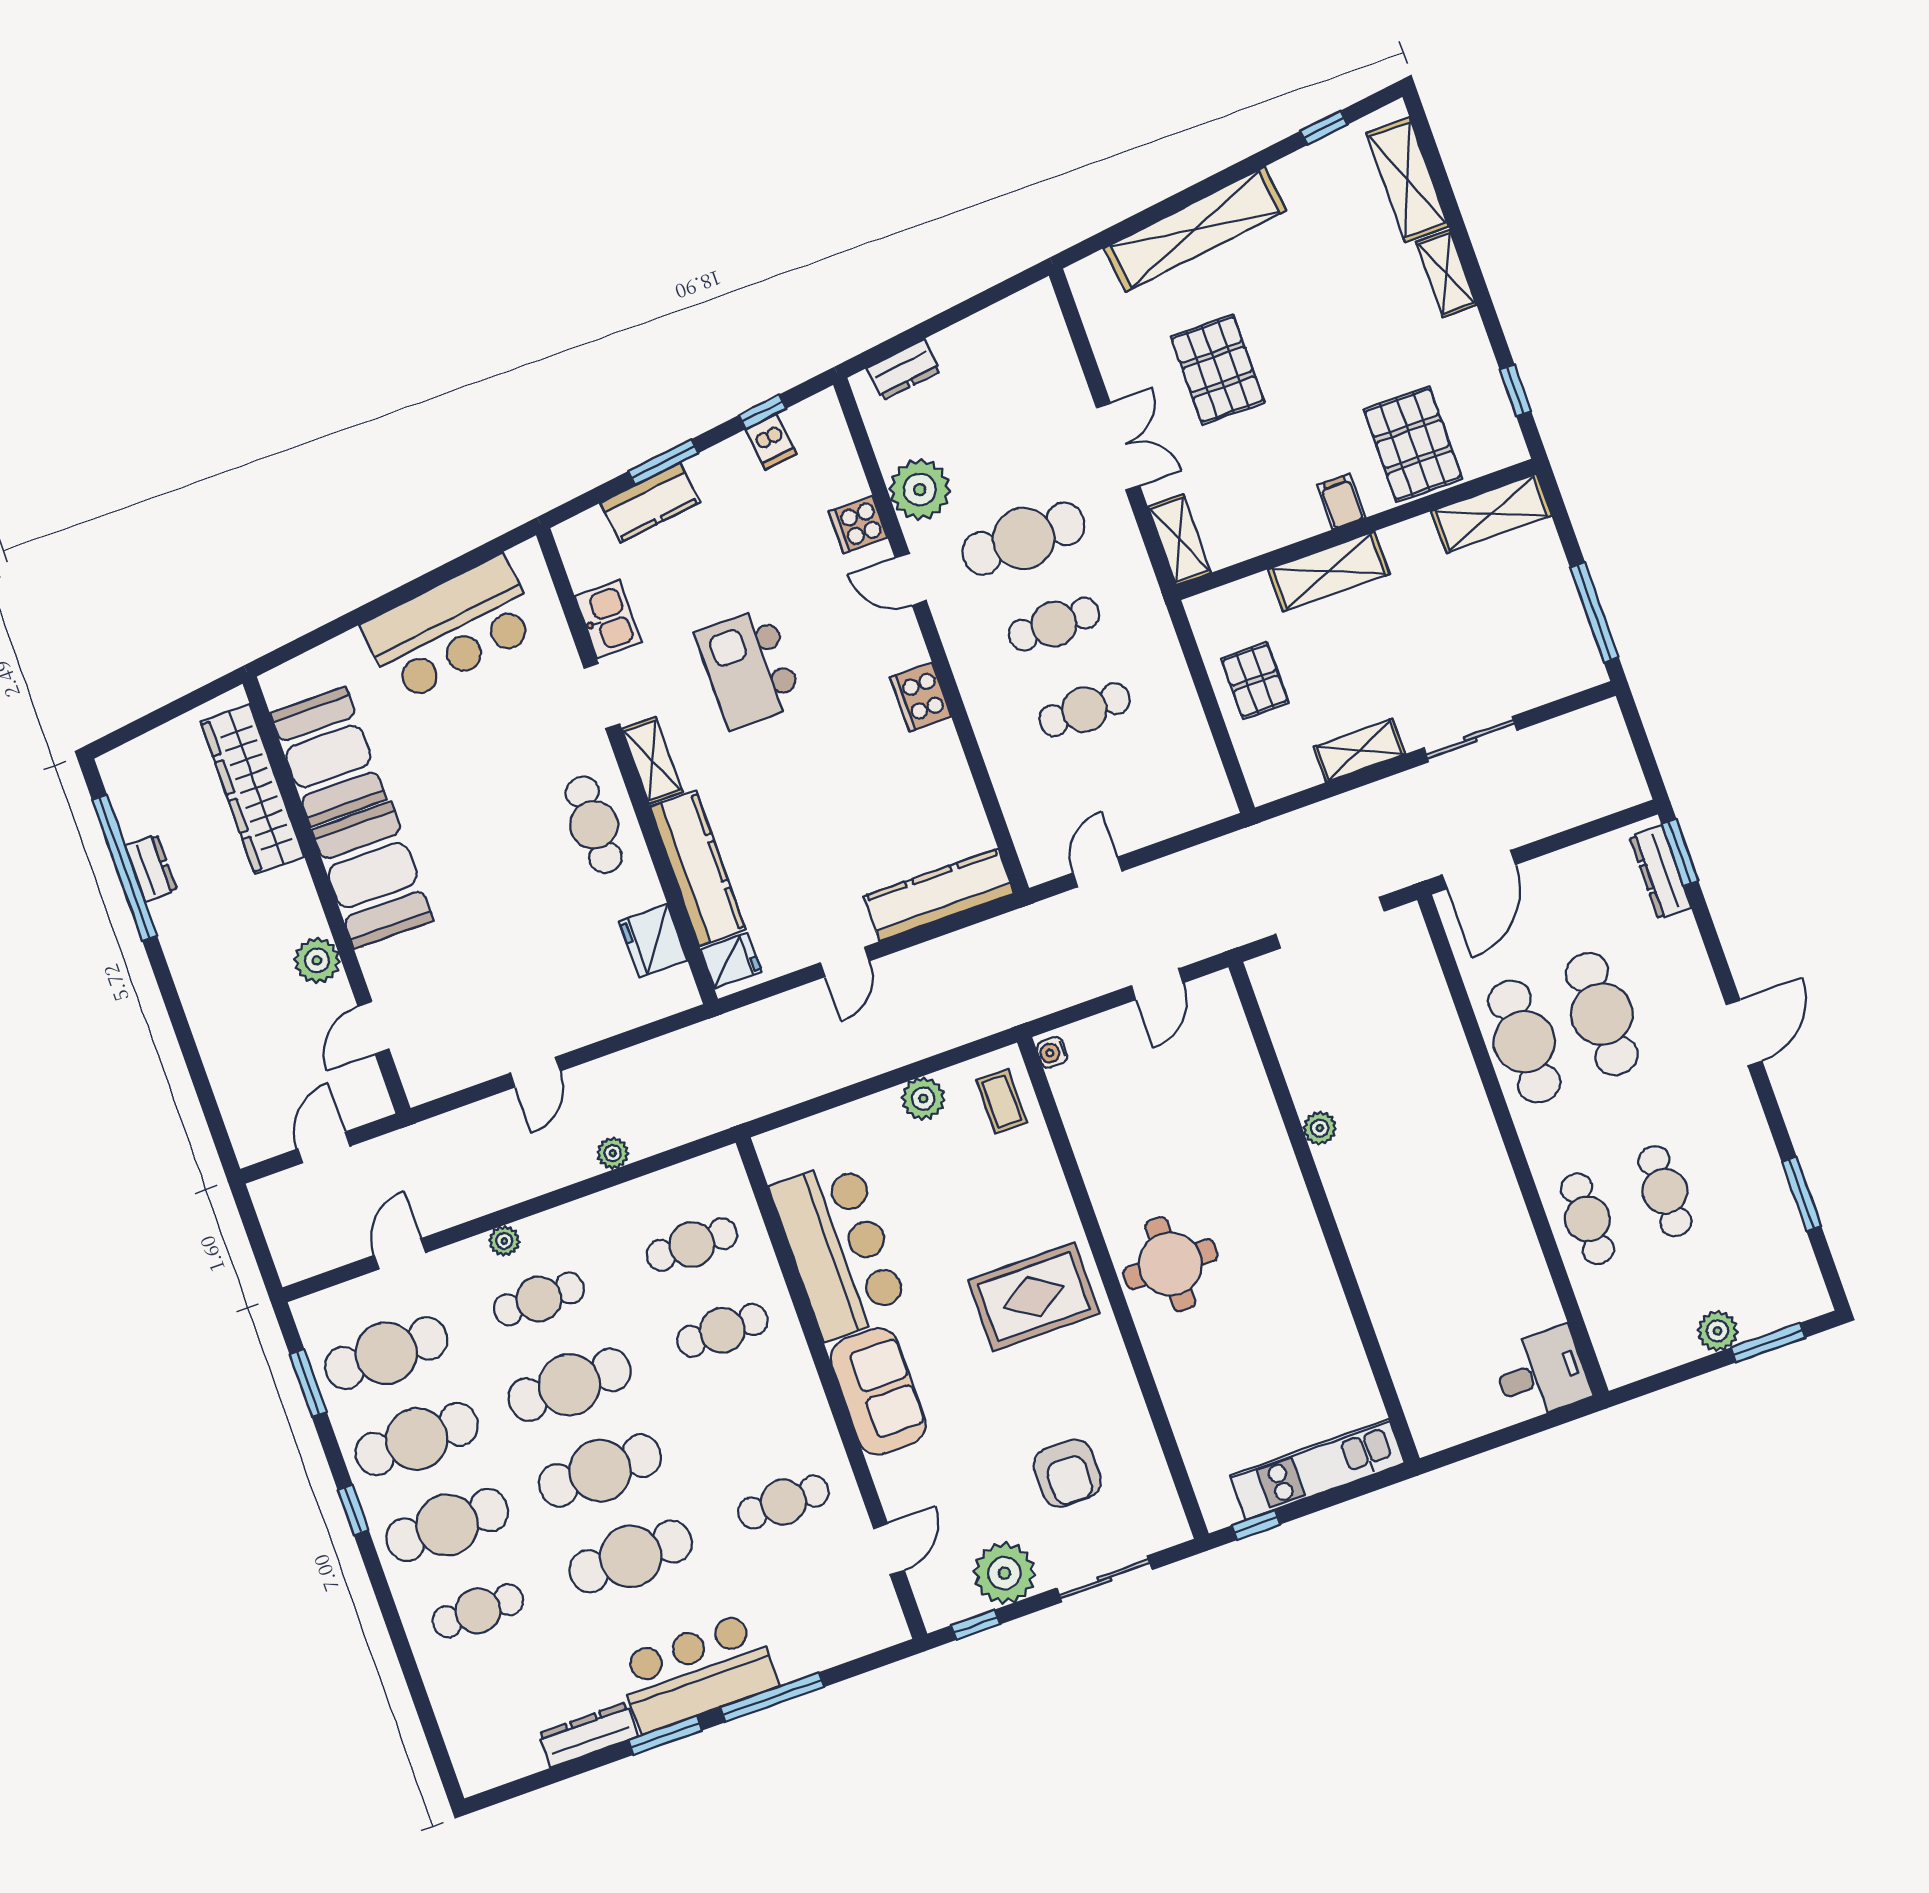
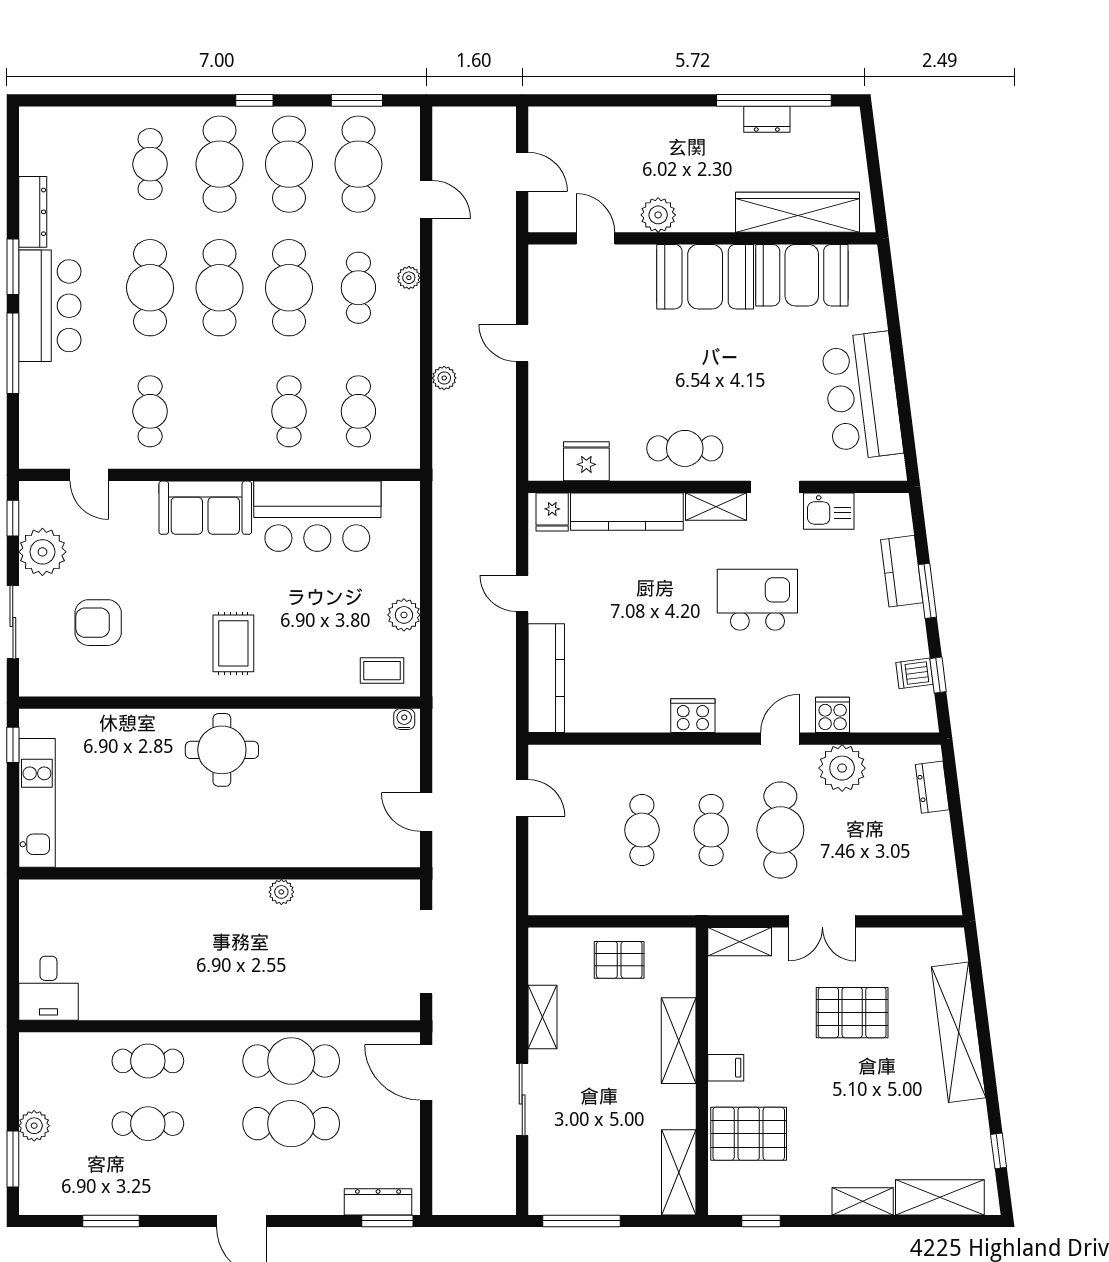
rug: (1034, 1297) -> (233, 643), width x0.73, depth x0.70

